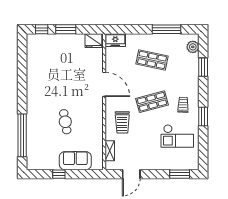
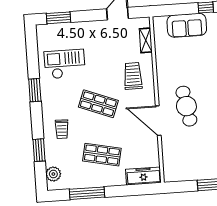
freezer: (115, 40) -> (143, 176), width x1.40
fridge: (93, 41) -> (175, 173), removed
shop shelf: (152, 102) -> (98, 104), turned 36
trolley: (183, 105) -> (62, 129), moved
cafe table: (65, 122) -> (186, 106), moved, width x1.37, depth x1.35

